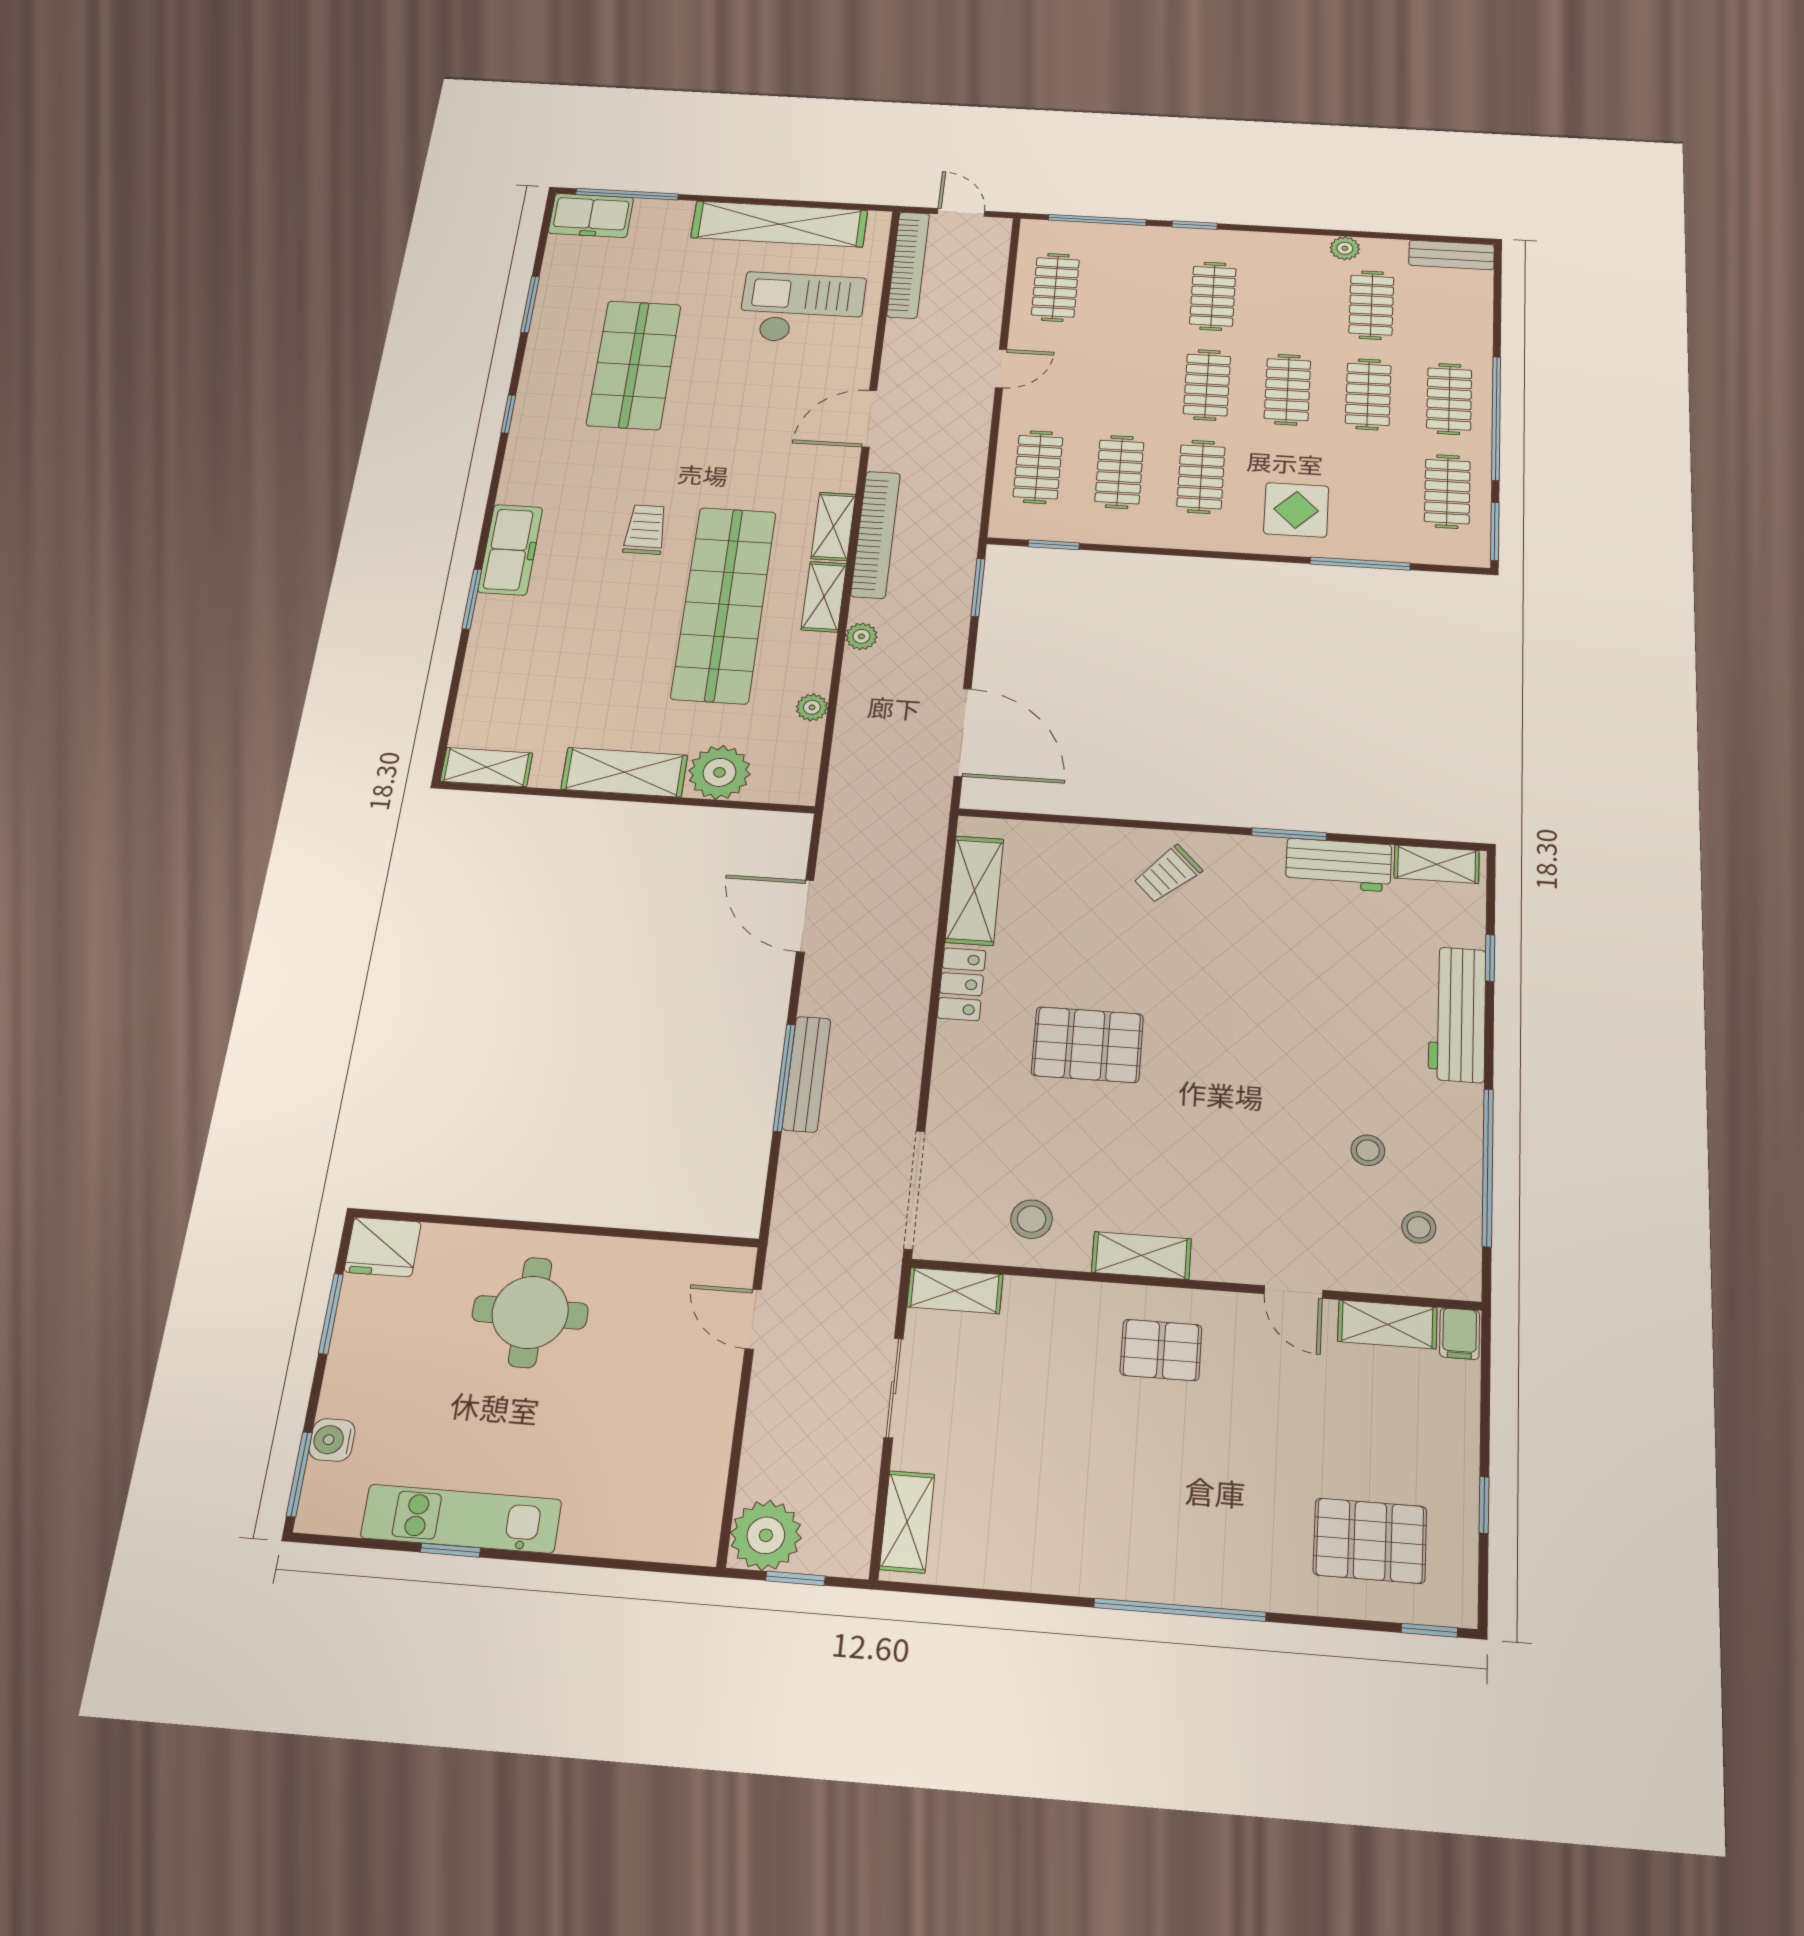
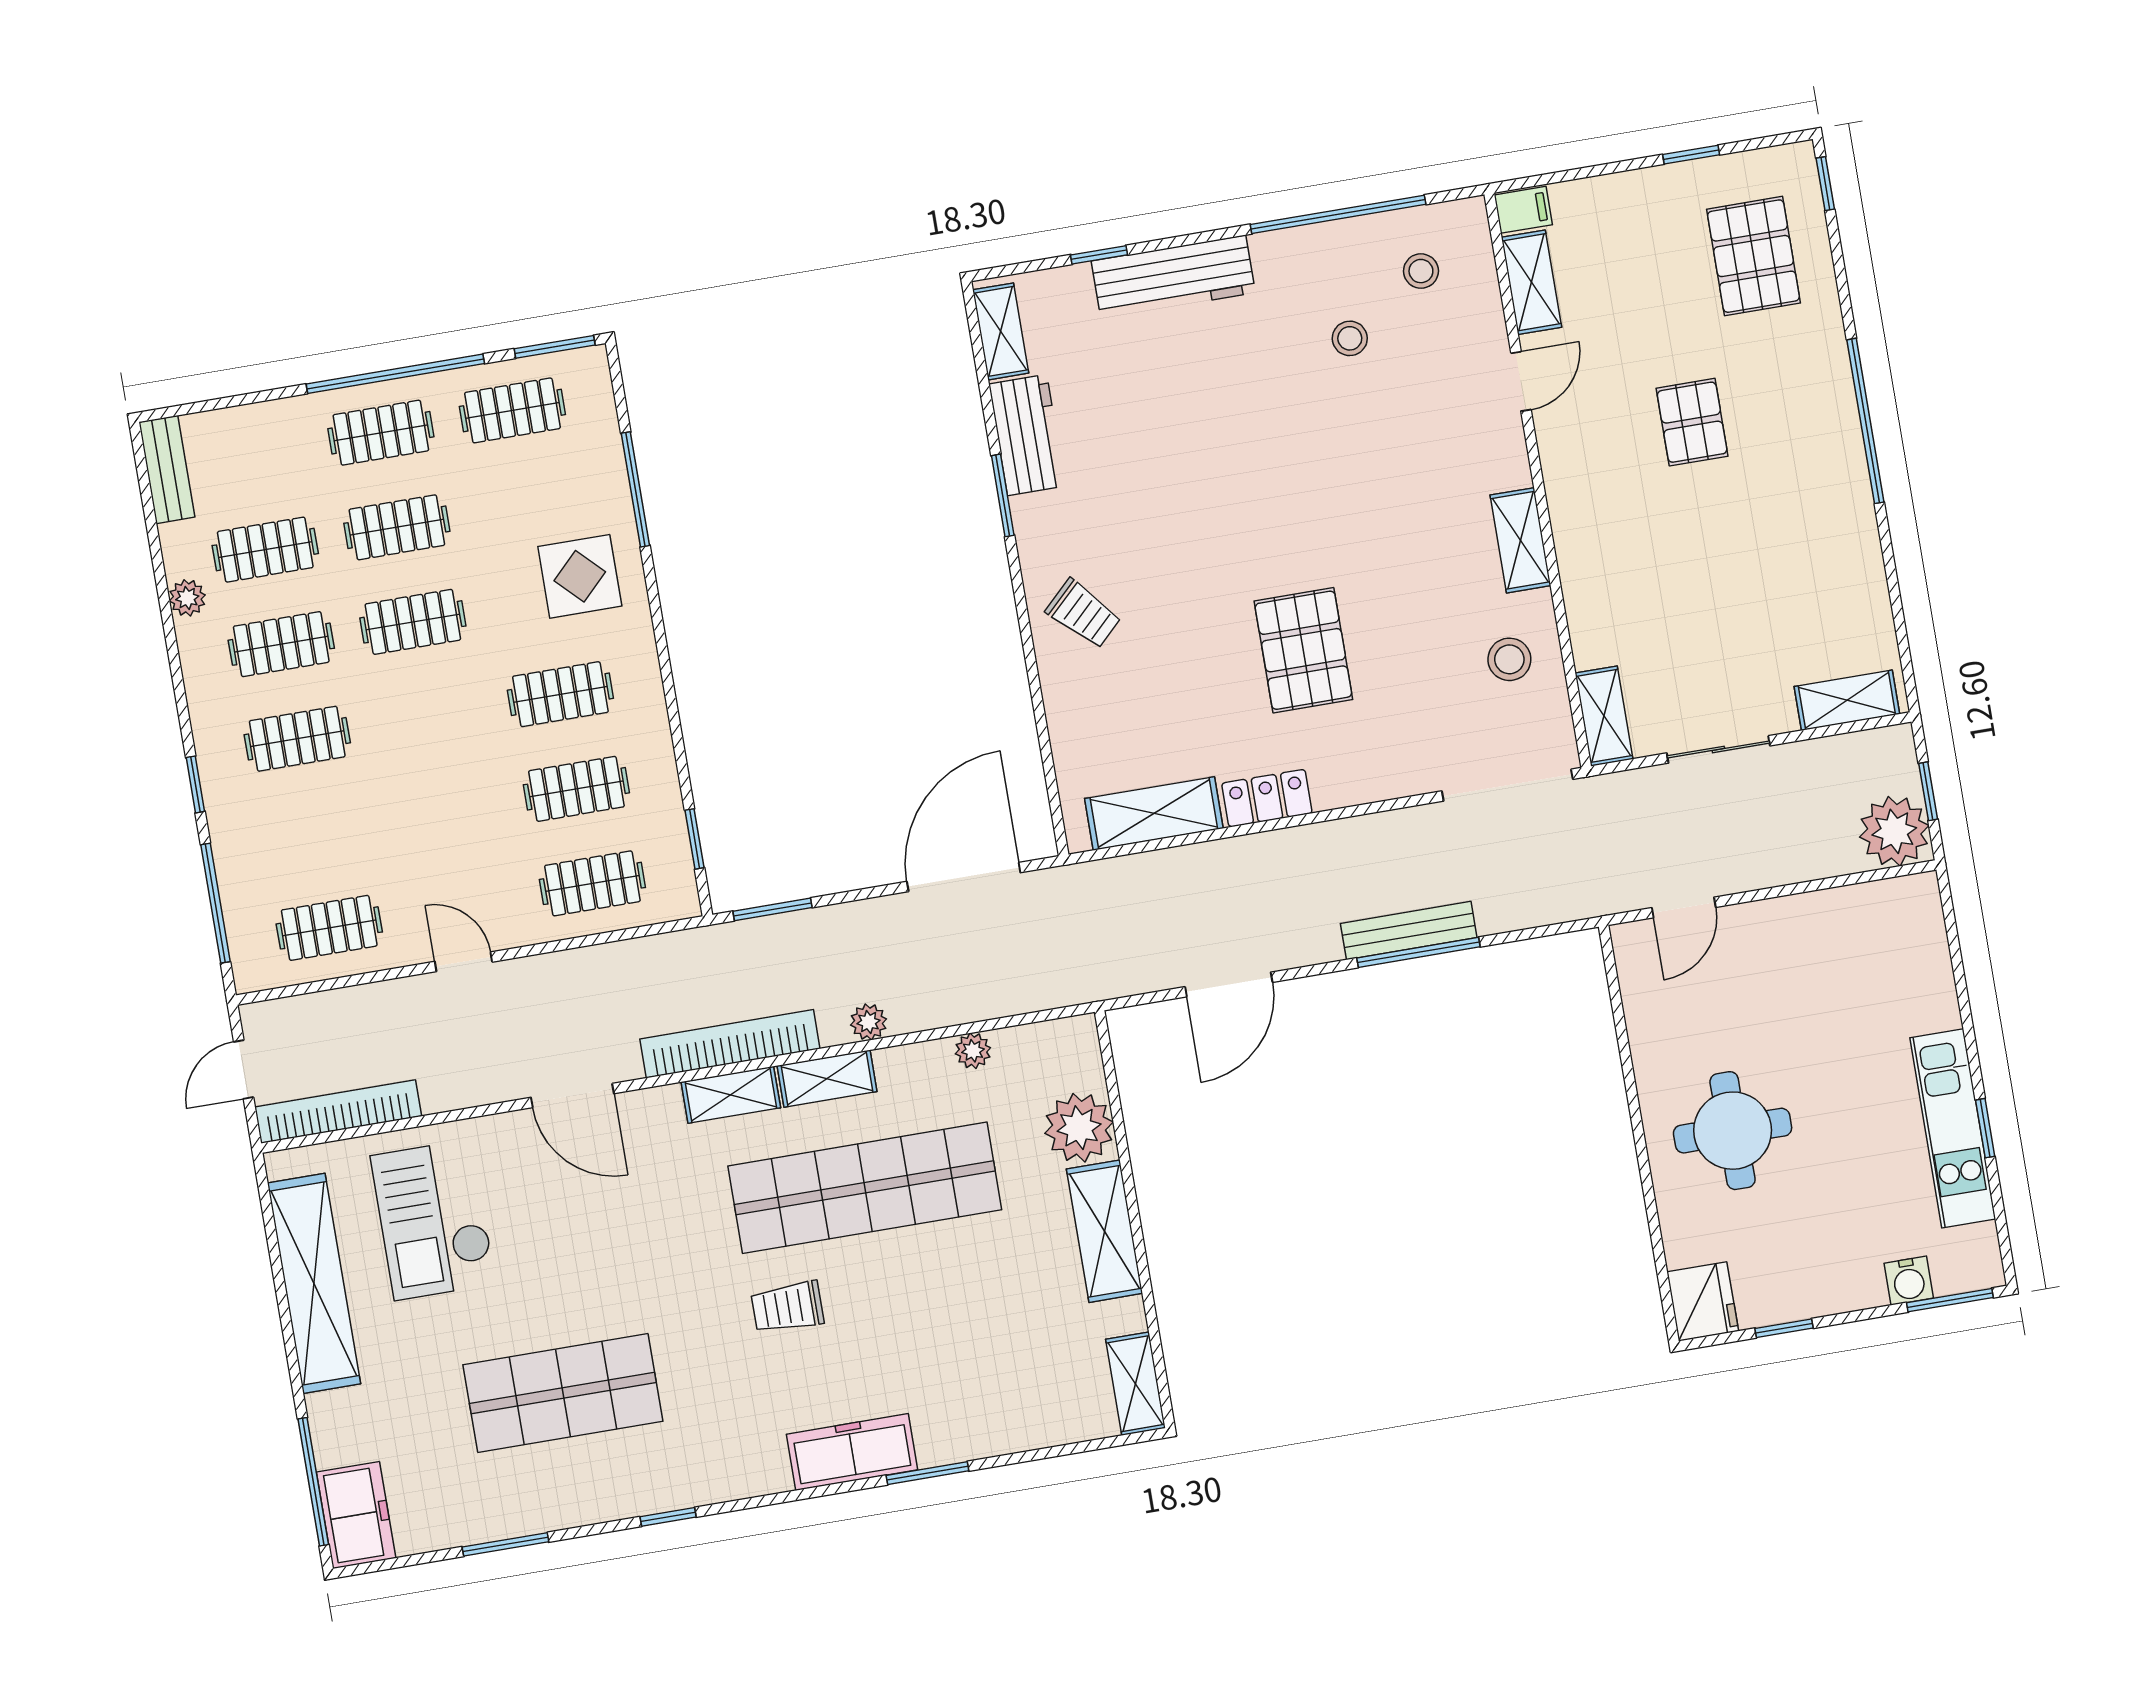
clothes rail: (1207, 385) -> (281, 644), moved
window: (331, 1314) -> (1784, 1328), width x0.67
pallet: (1161, 1350) -> (1692, 422), moved

